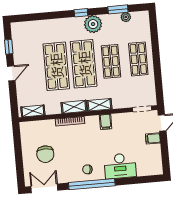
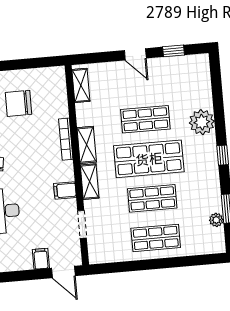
plant: (93, 24) -> (202, 122), moved
shop shelf: (56, 66) -> (145, 119), width x0.70, depth x0.74
doorway: (142, 109) -> (82, 224), moved

